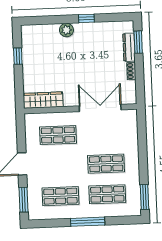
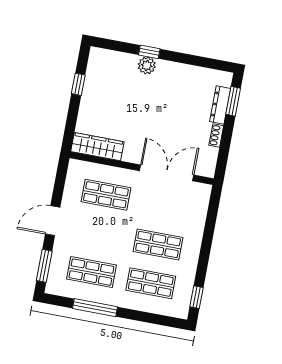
window: (86, 18) -> (149, 52), moved
window: (144, 197) -> (197, 297), width x0.67
window: (88, 222) -> (95, 308), moved

